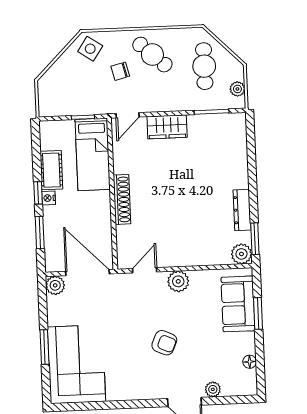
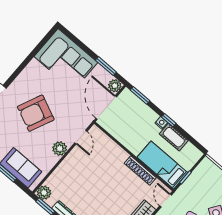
shoe rack: (122, 199) -> (140, 171), moved
window: (40, 233) -> (140, 95), moved
door: (87, 273) -> (106, 108), swing flipped
armchair: (164, 343) -> (36, 113), width x1.88, depth x1.88
window: (45, 347) -> (106, 66), moved

